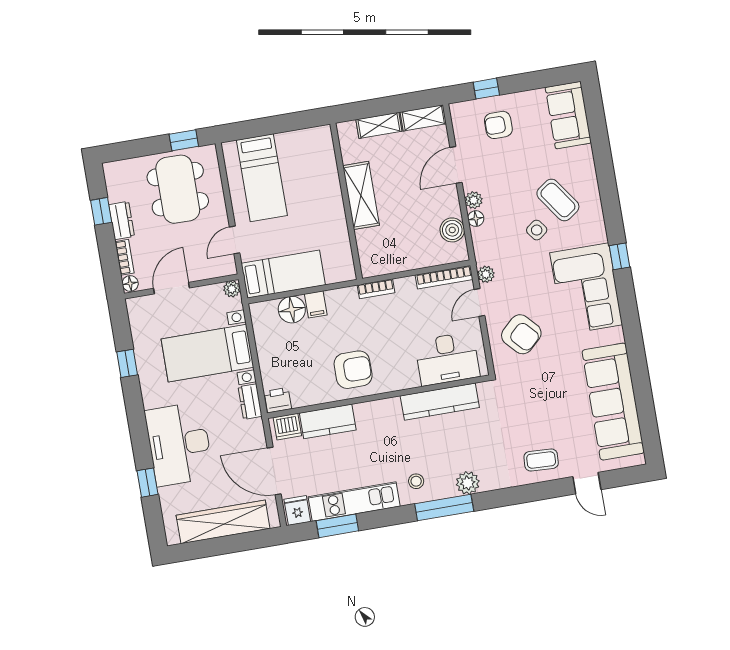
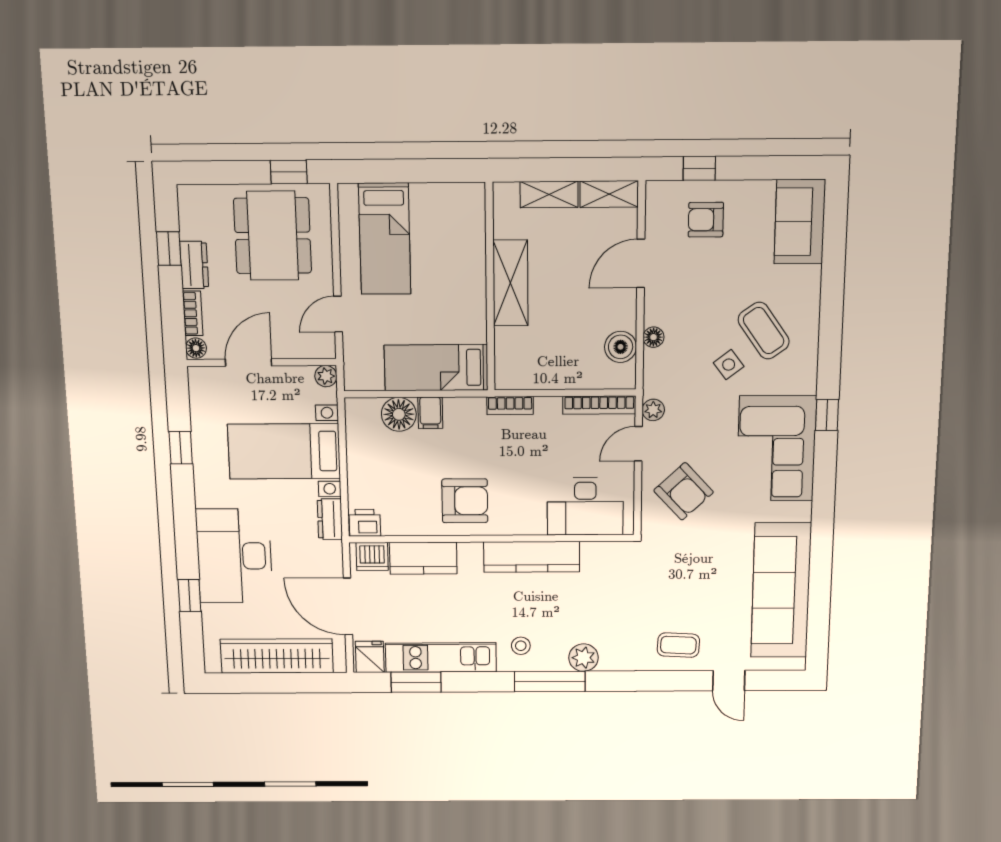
plant: (474, 200) -> (655, 313), removed
bed: (283, 274) -> (436, 368), moved, turned 180
kitchen counter: (440, 402) -> (532, 557), moved

